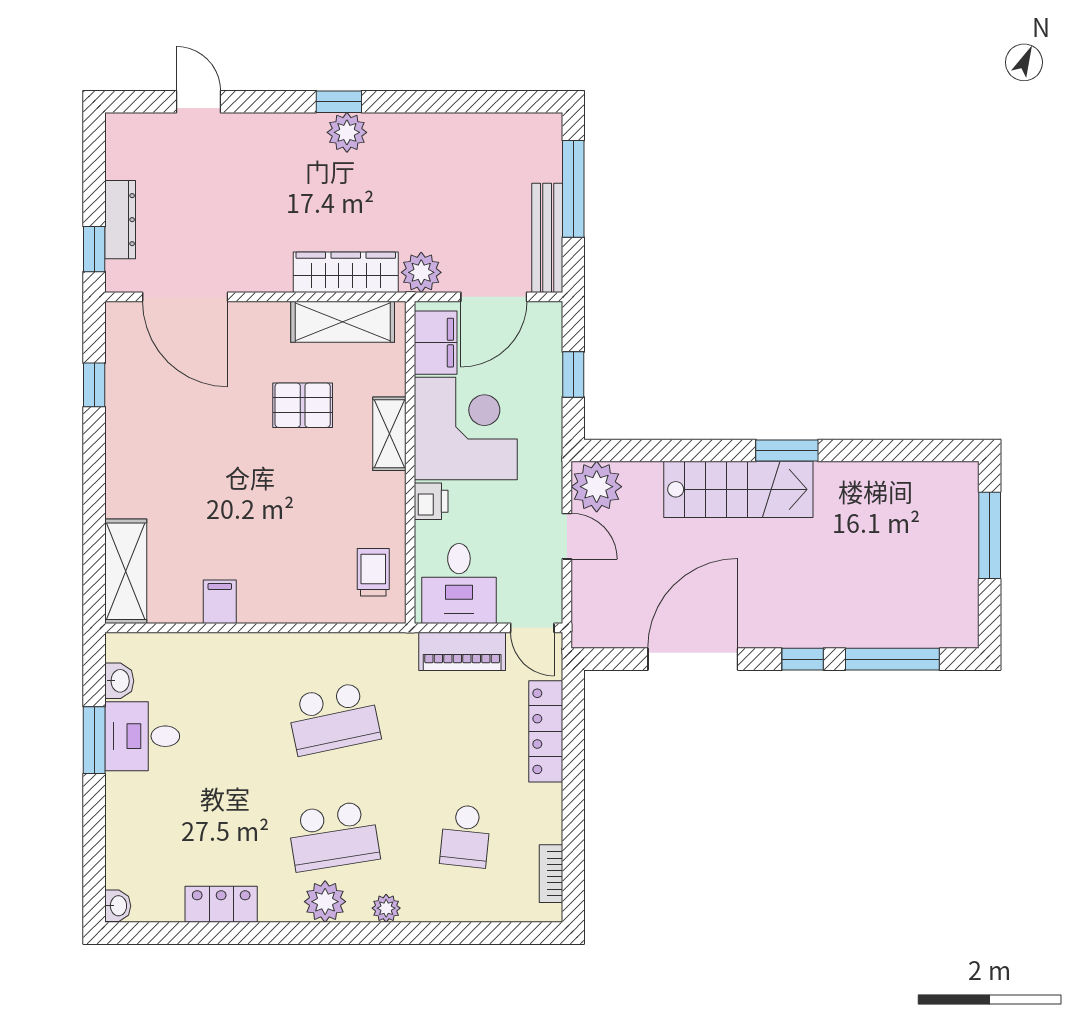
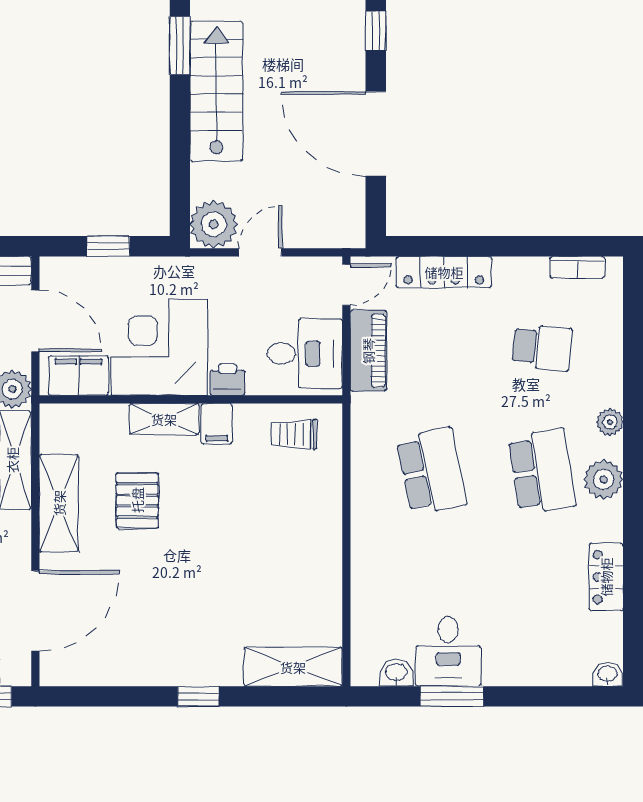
shelving: (343, 322) -> (59, 503), moved
window: (94, 385) -> (198, 696), moved
filing cabinet: (220, 602) -> (217, 424), moved, turned -90

